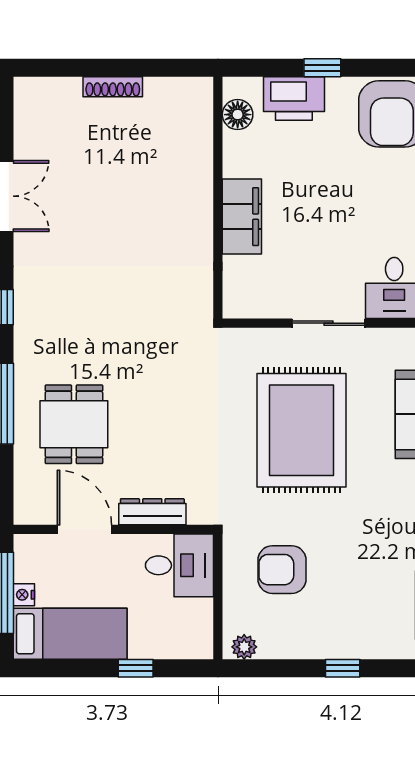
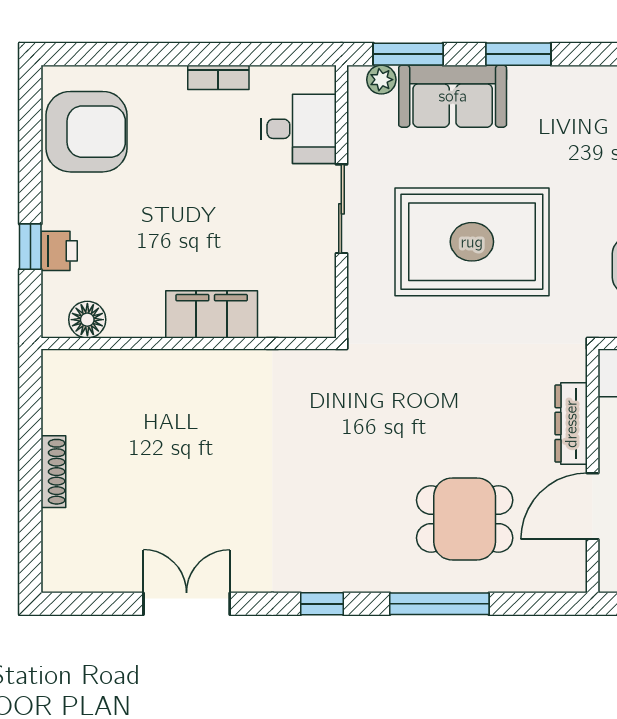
window: (322, 68) -> (30, 247), moved
printer: (294, 99) -> (59, 251), width x0.53, depth x0.68

